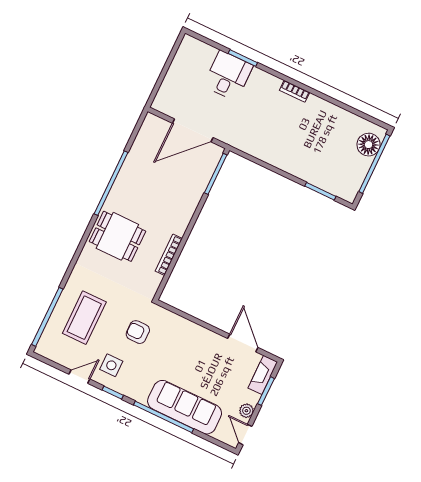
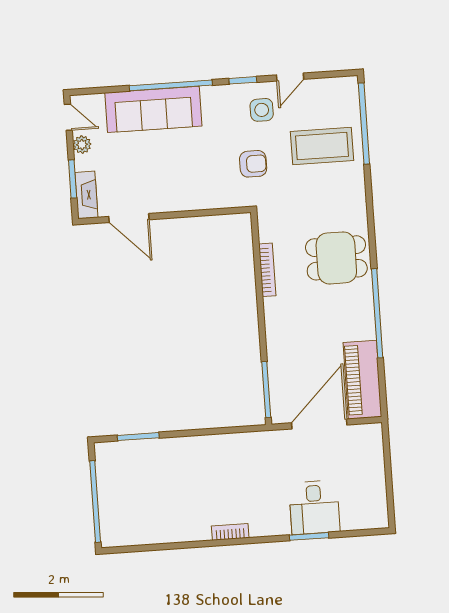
piano: (147, 144) -> (362, 380), added
floor lamp: (369, 145) -> (114, 519), removed
coffee table: (84, 318) -> (322, 146), turned 90

